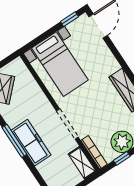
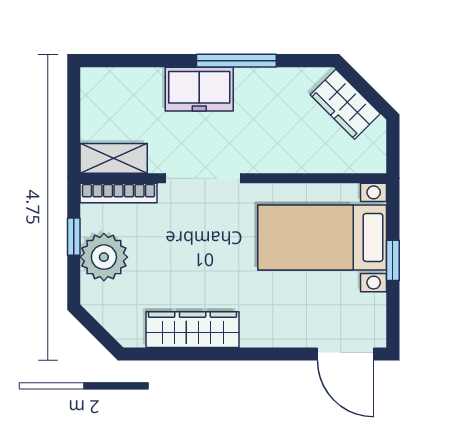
window: (69, 19) -> (393, 260), moved
freezer: (31, 143) -> (199, 89), width x0.71

